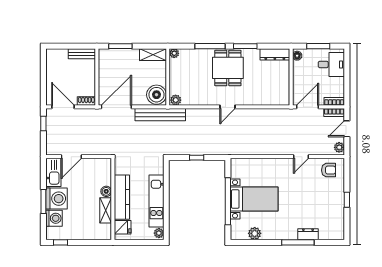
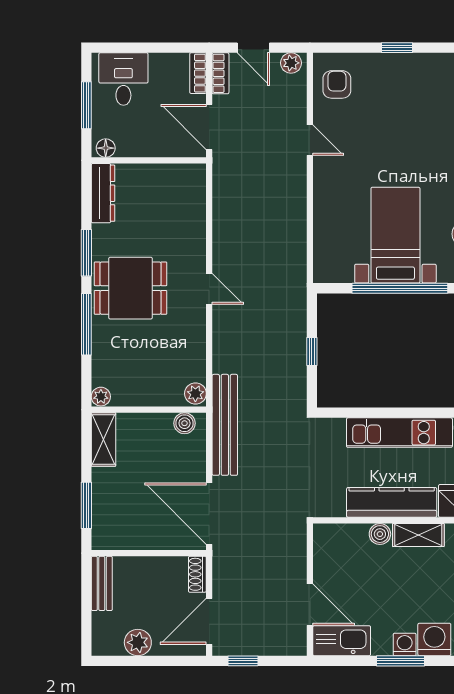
plant: (53, 72) -> (138, 642), added
boiler: (157, 95) -> (185, 423), width x0.54, depth x0.54
washing machine: (57, 199) -> (405, 645), width x0.53, depth x0.53

